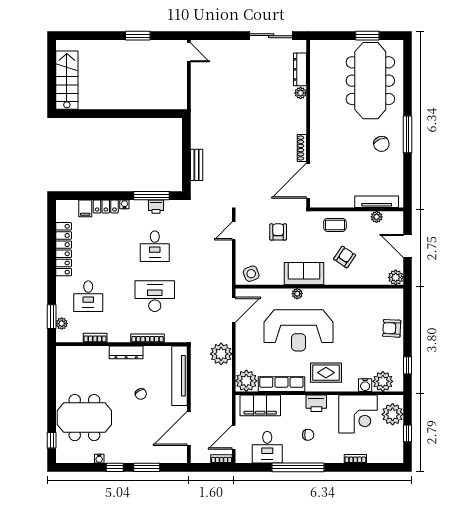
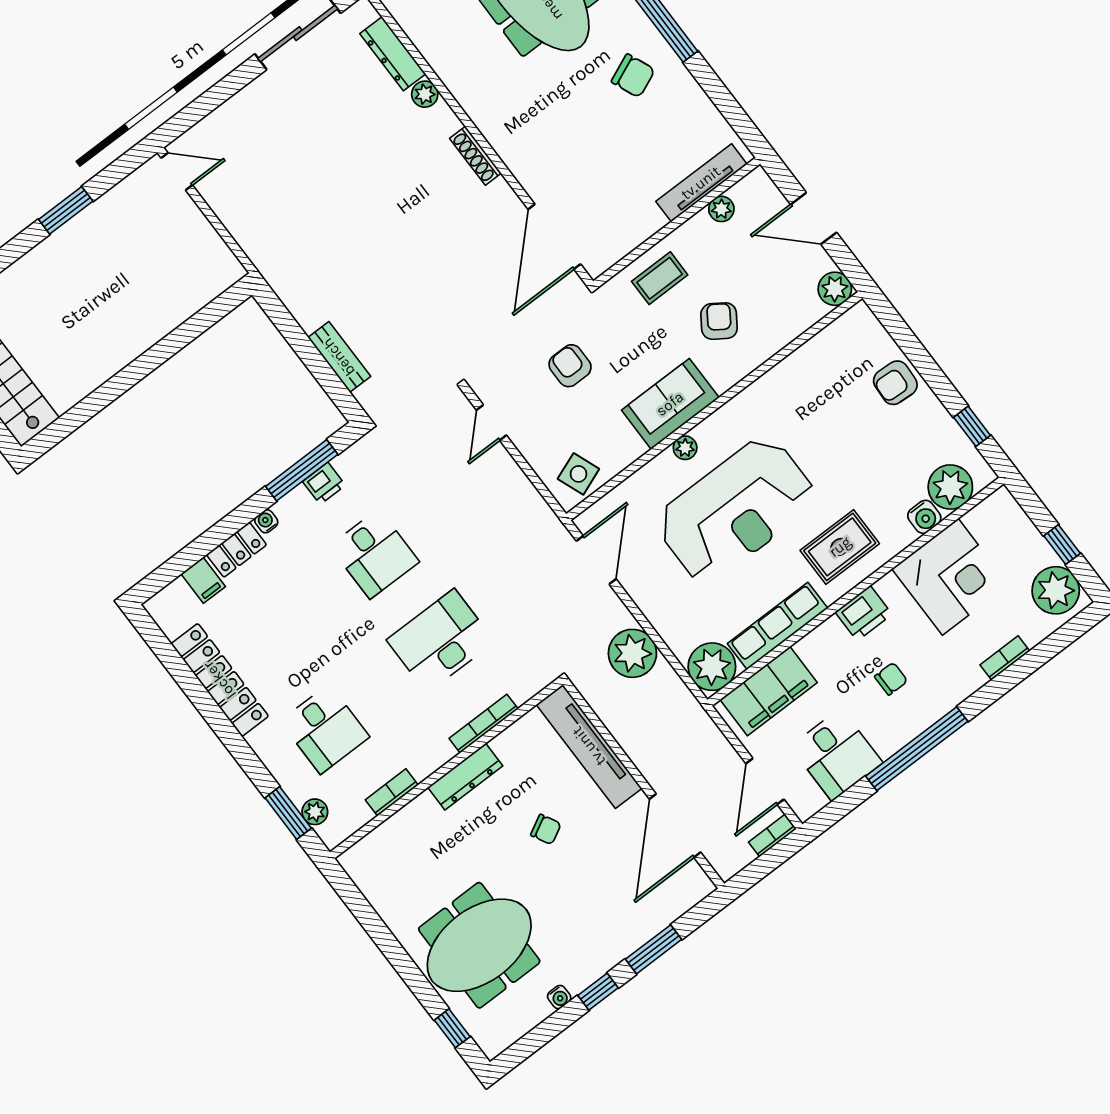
shoe rack: (302, 148) -> (475, 156), moved
plant: (393, 414) -> (1056, 590), moved

